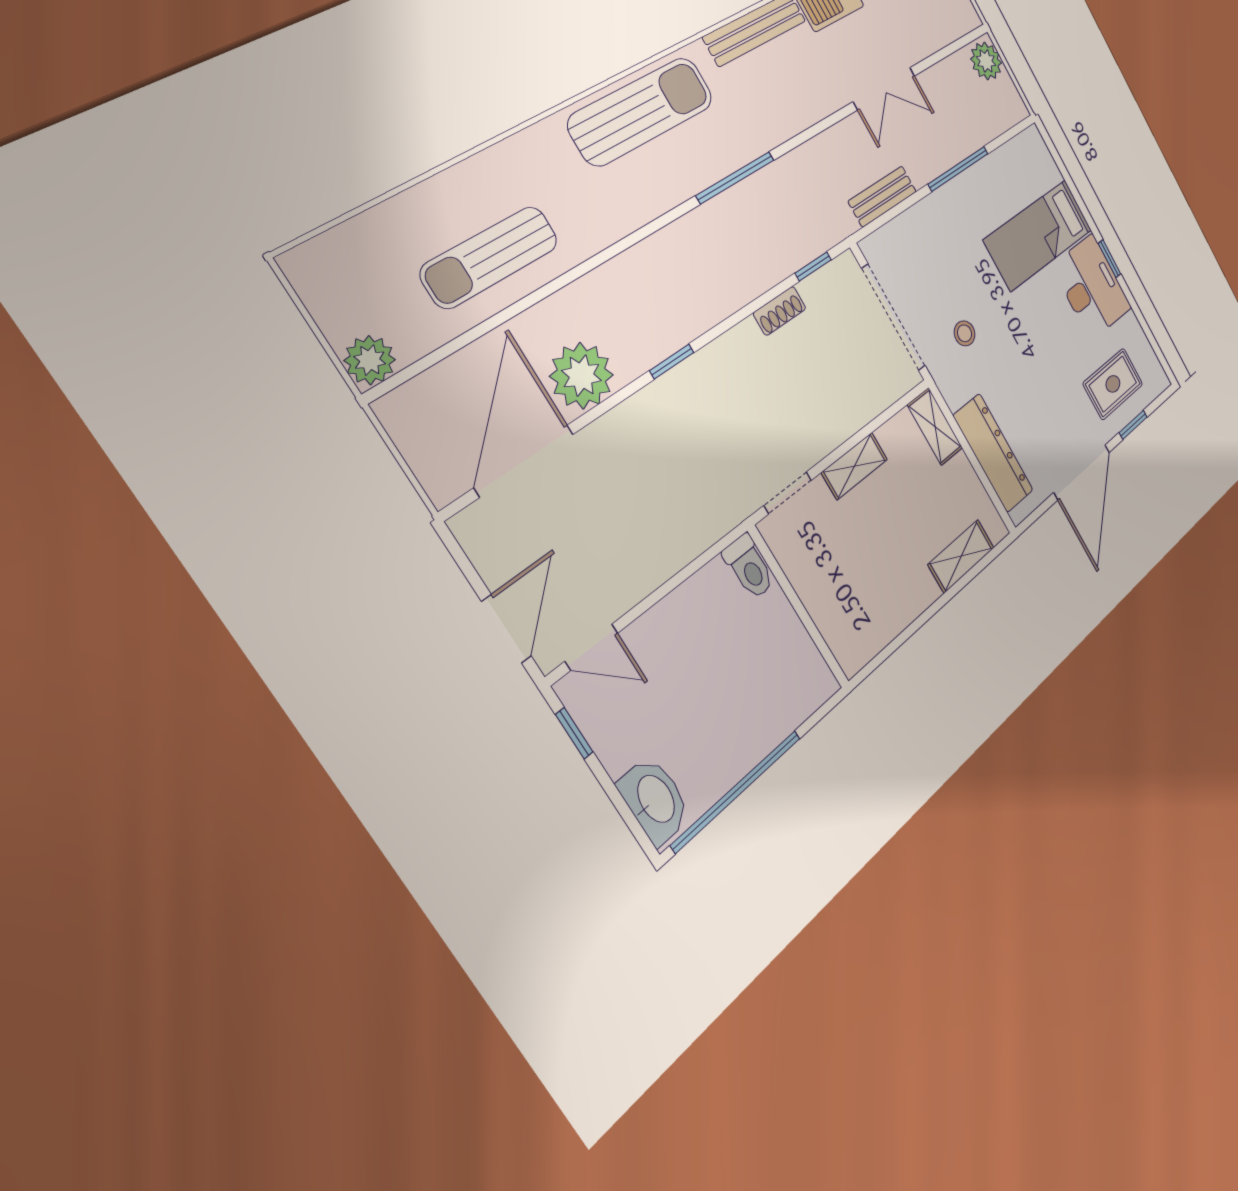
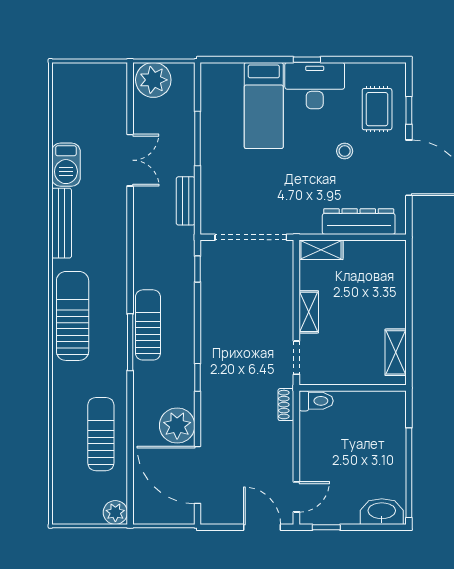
plant: (986, 61) -> (153, 80), width x1.36, depth x1.36
window: (735, 178) -> (130, 342), moved
sun lounger: (698, 237) -> (148, 325), added
sun lounger: (490, 257) -> (101, 434), turned 180
shoe rack: (780, 311) -> (286, 405), moved, turned 180
stool: (965, 333) -> (345, 151), moved
shelving: (961, 556) -> (396, 352), moved

